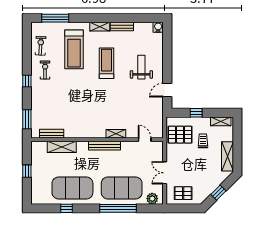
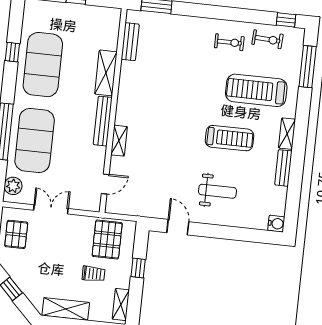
window: (27, 81) -> (286, 20), moved
shelving: (62, 147) -> (106, 73), moved

